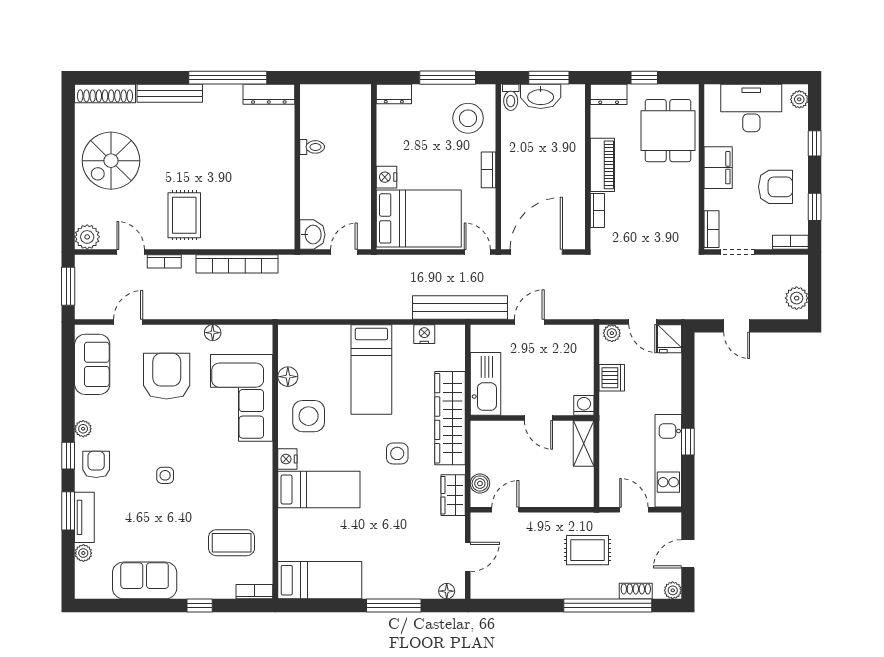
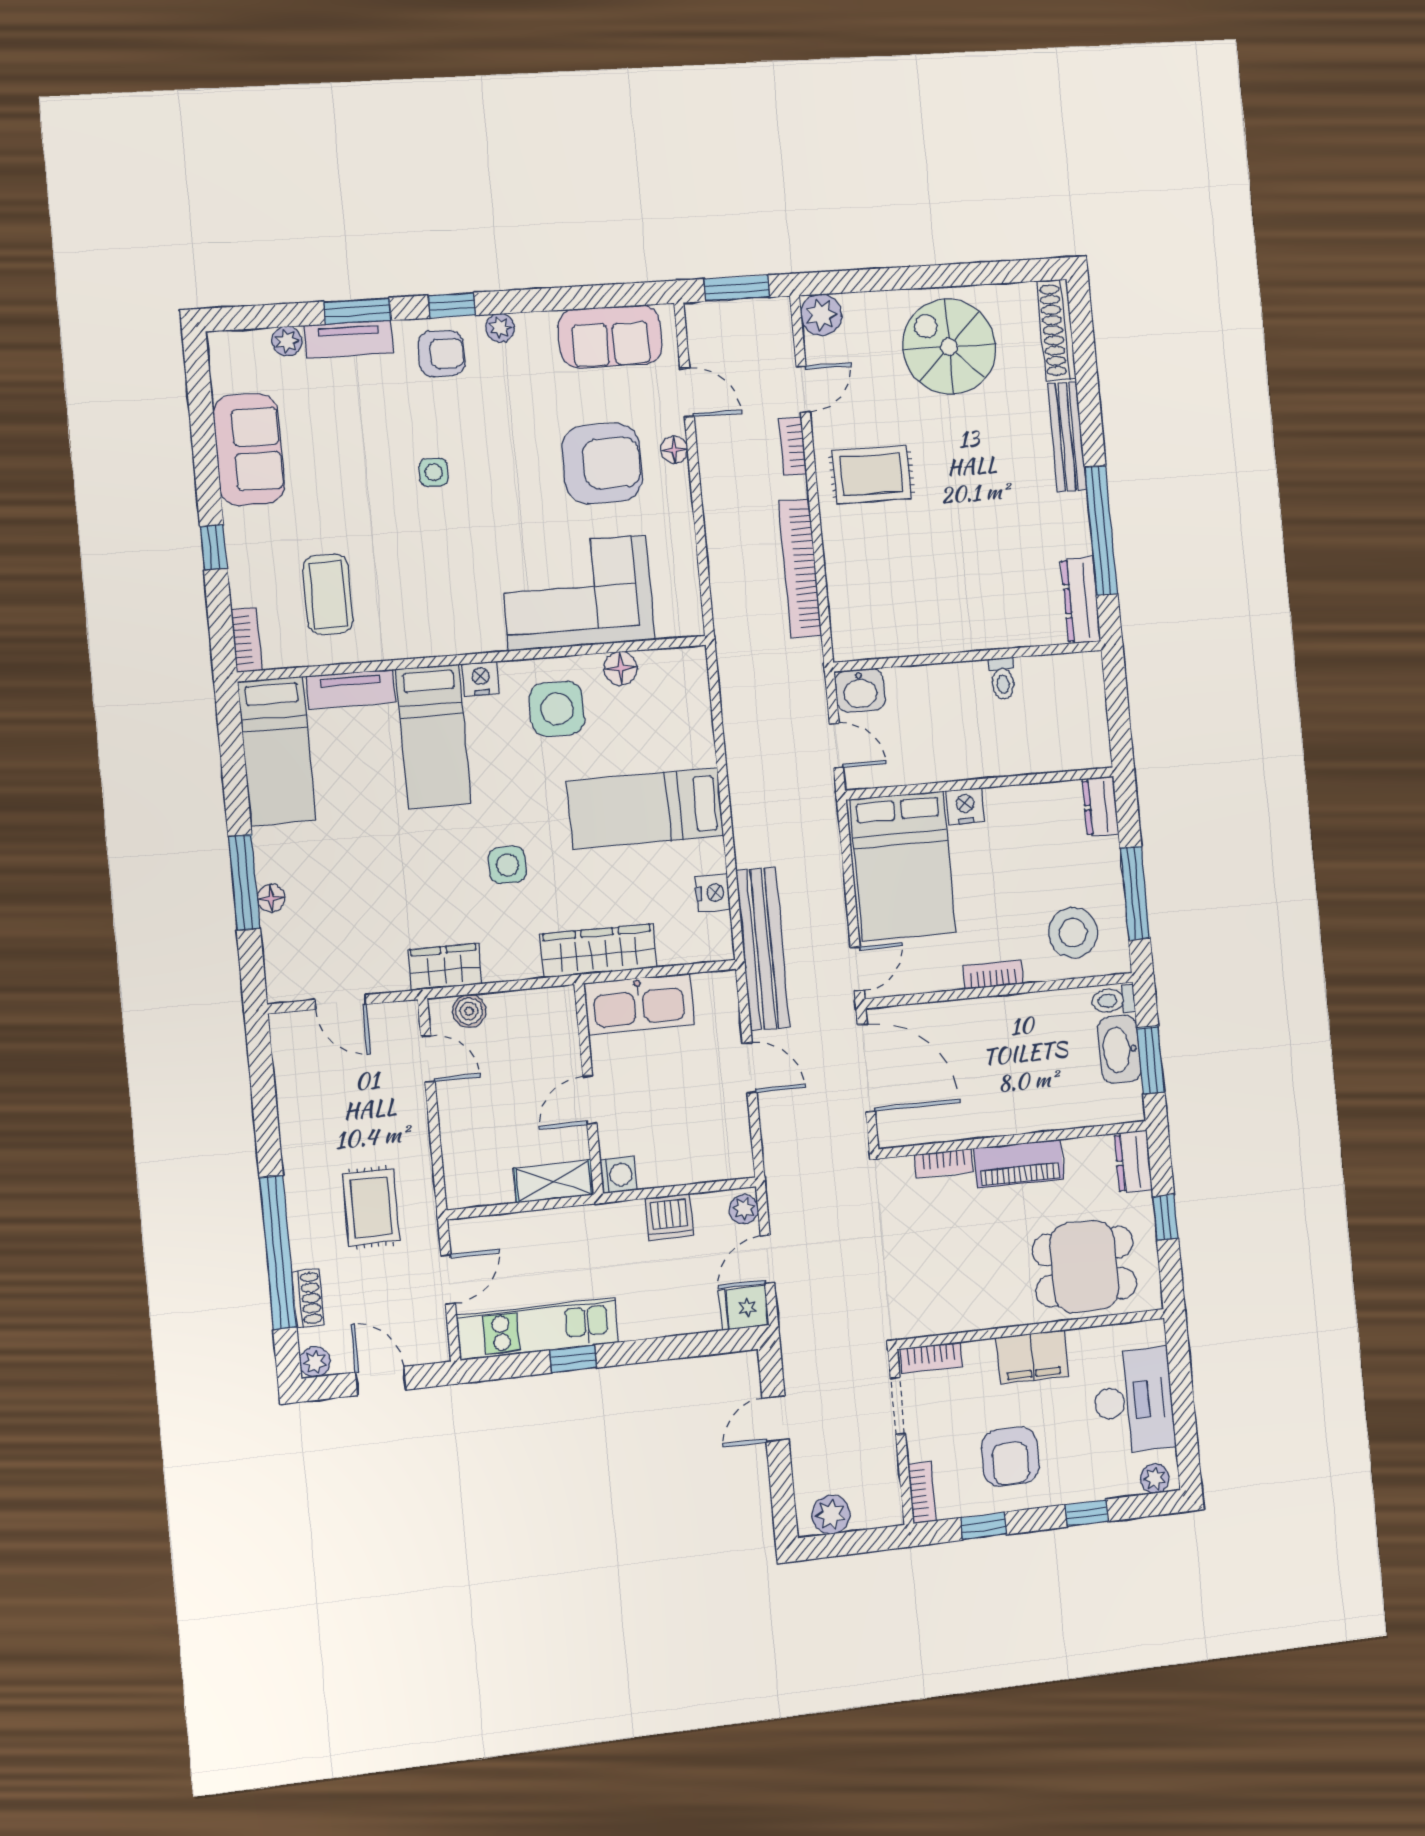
floor lamp: (213, 333) -> (674, 450), moved
wardrobe: (450, 418) -> (598, 951), width x0.71, depth x0.85
tv unit: (288, 535) -> (351, 689), added
floor lamp: (447, 591) -> (271, 898), moved

